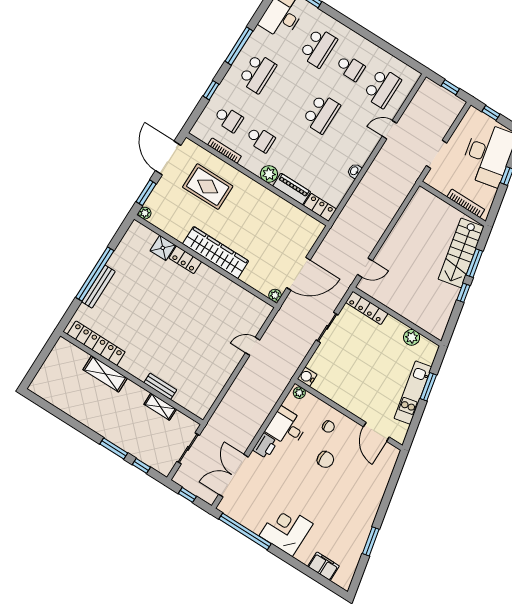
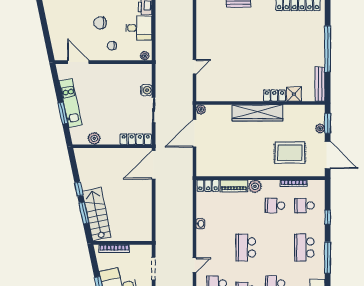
plant: (145, 213) -> (320, 128), moved
door: (365, 268) -> (154, 165), width x1.88
bench: (98, 287) -> (320, 84), moved
water cooler: (307, 377) -> (146, 90), moved

